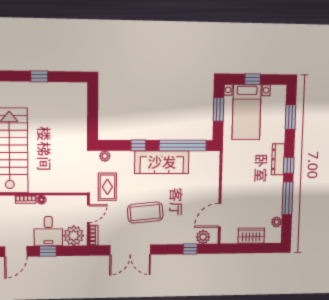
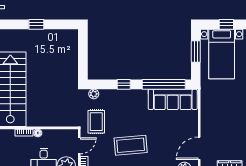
sofa: (162, 162) -> (173, 99), moved

